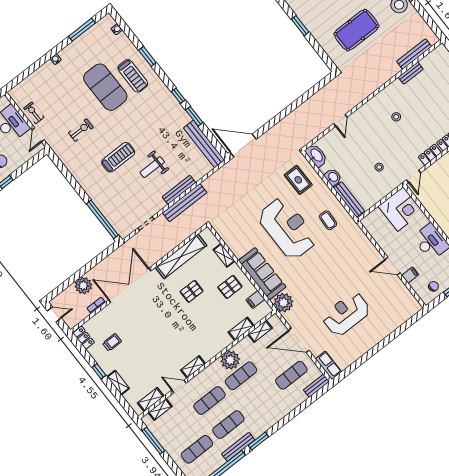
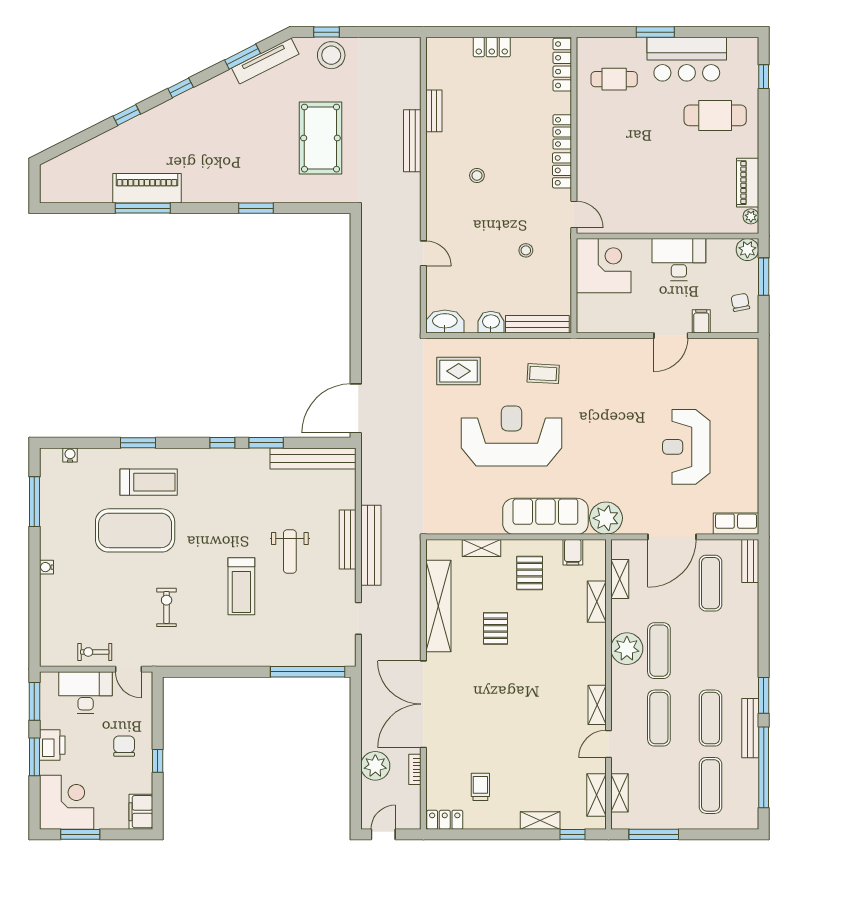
bench: (414, 54) -> (412, 141), moved
treadmill: (118, 157) -> (241, 586), turned 180
window: (99, 371) -> (573, 834), moved

